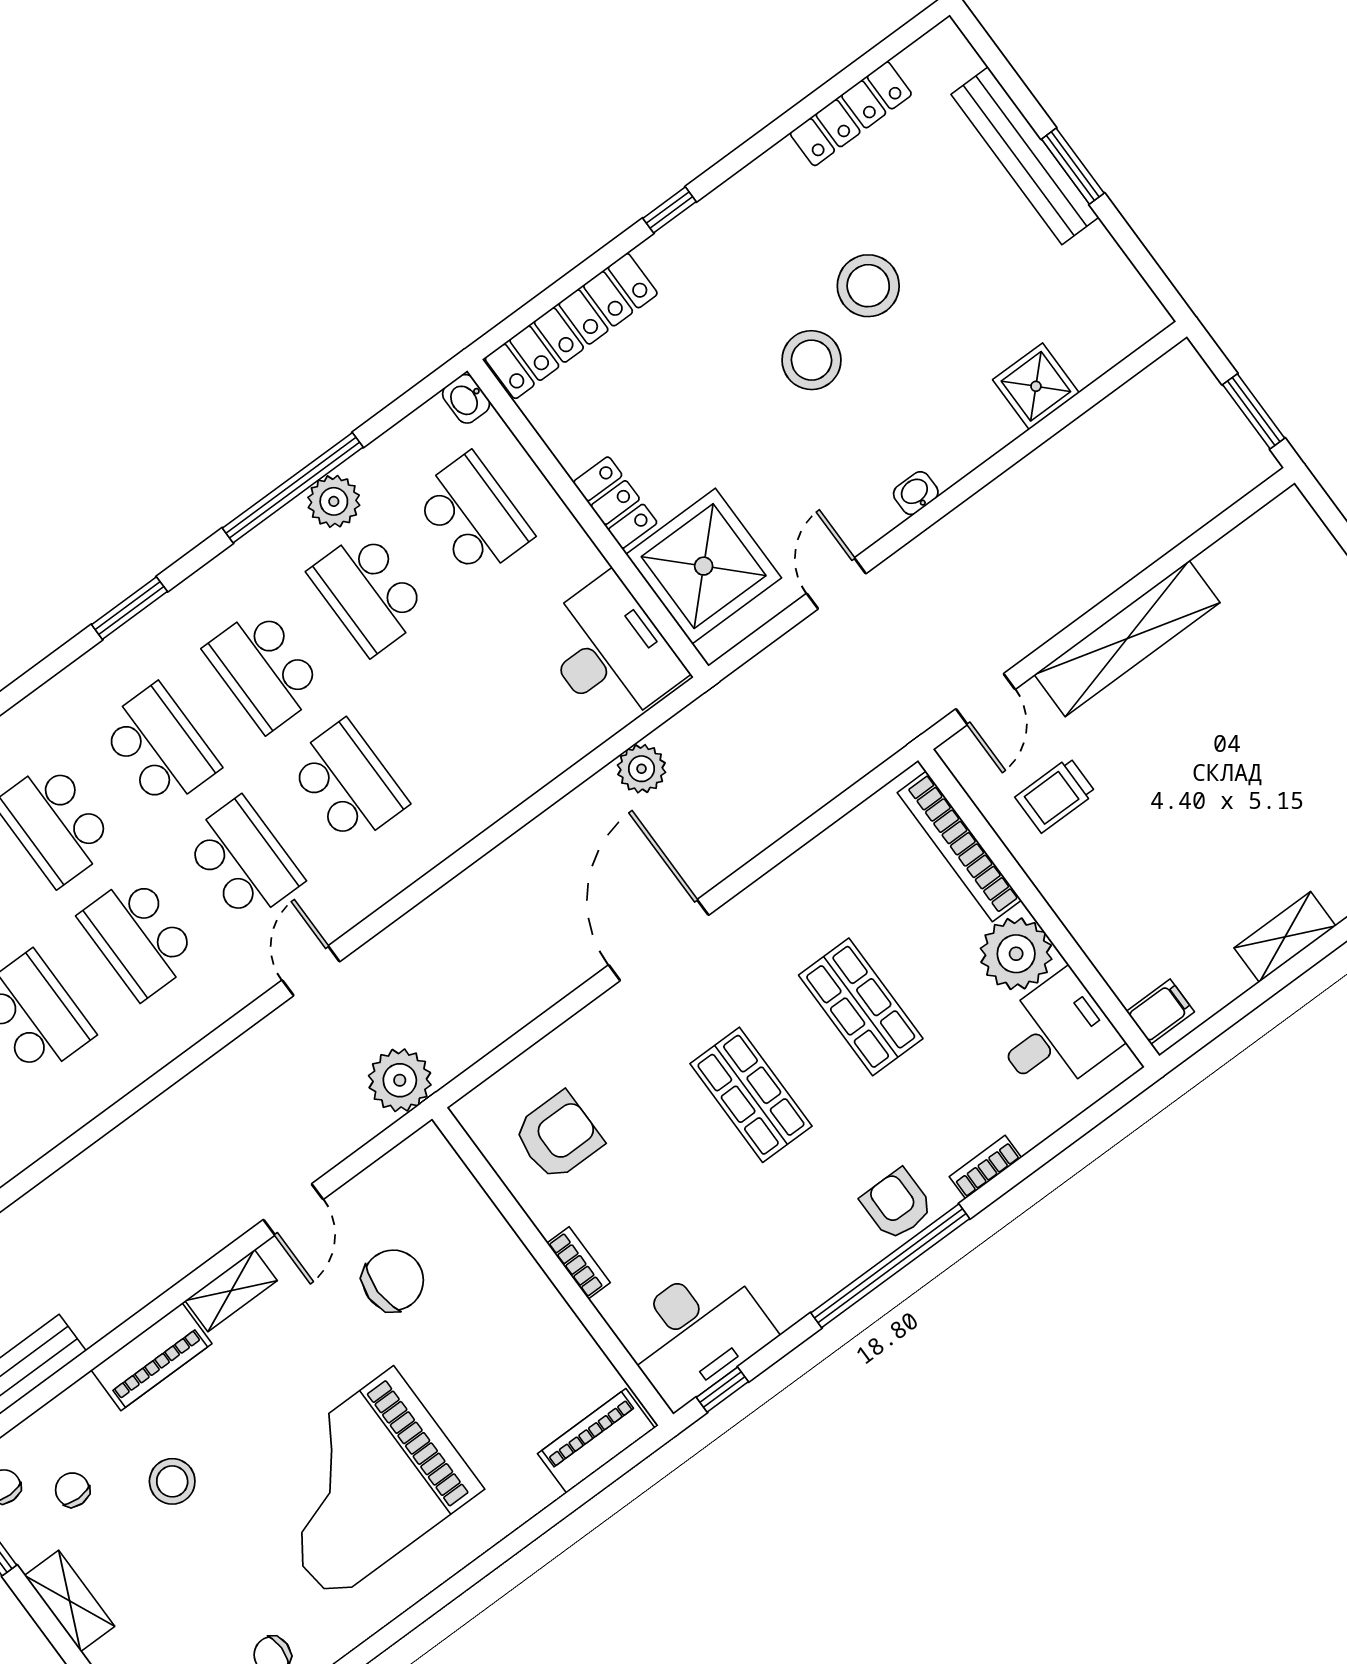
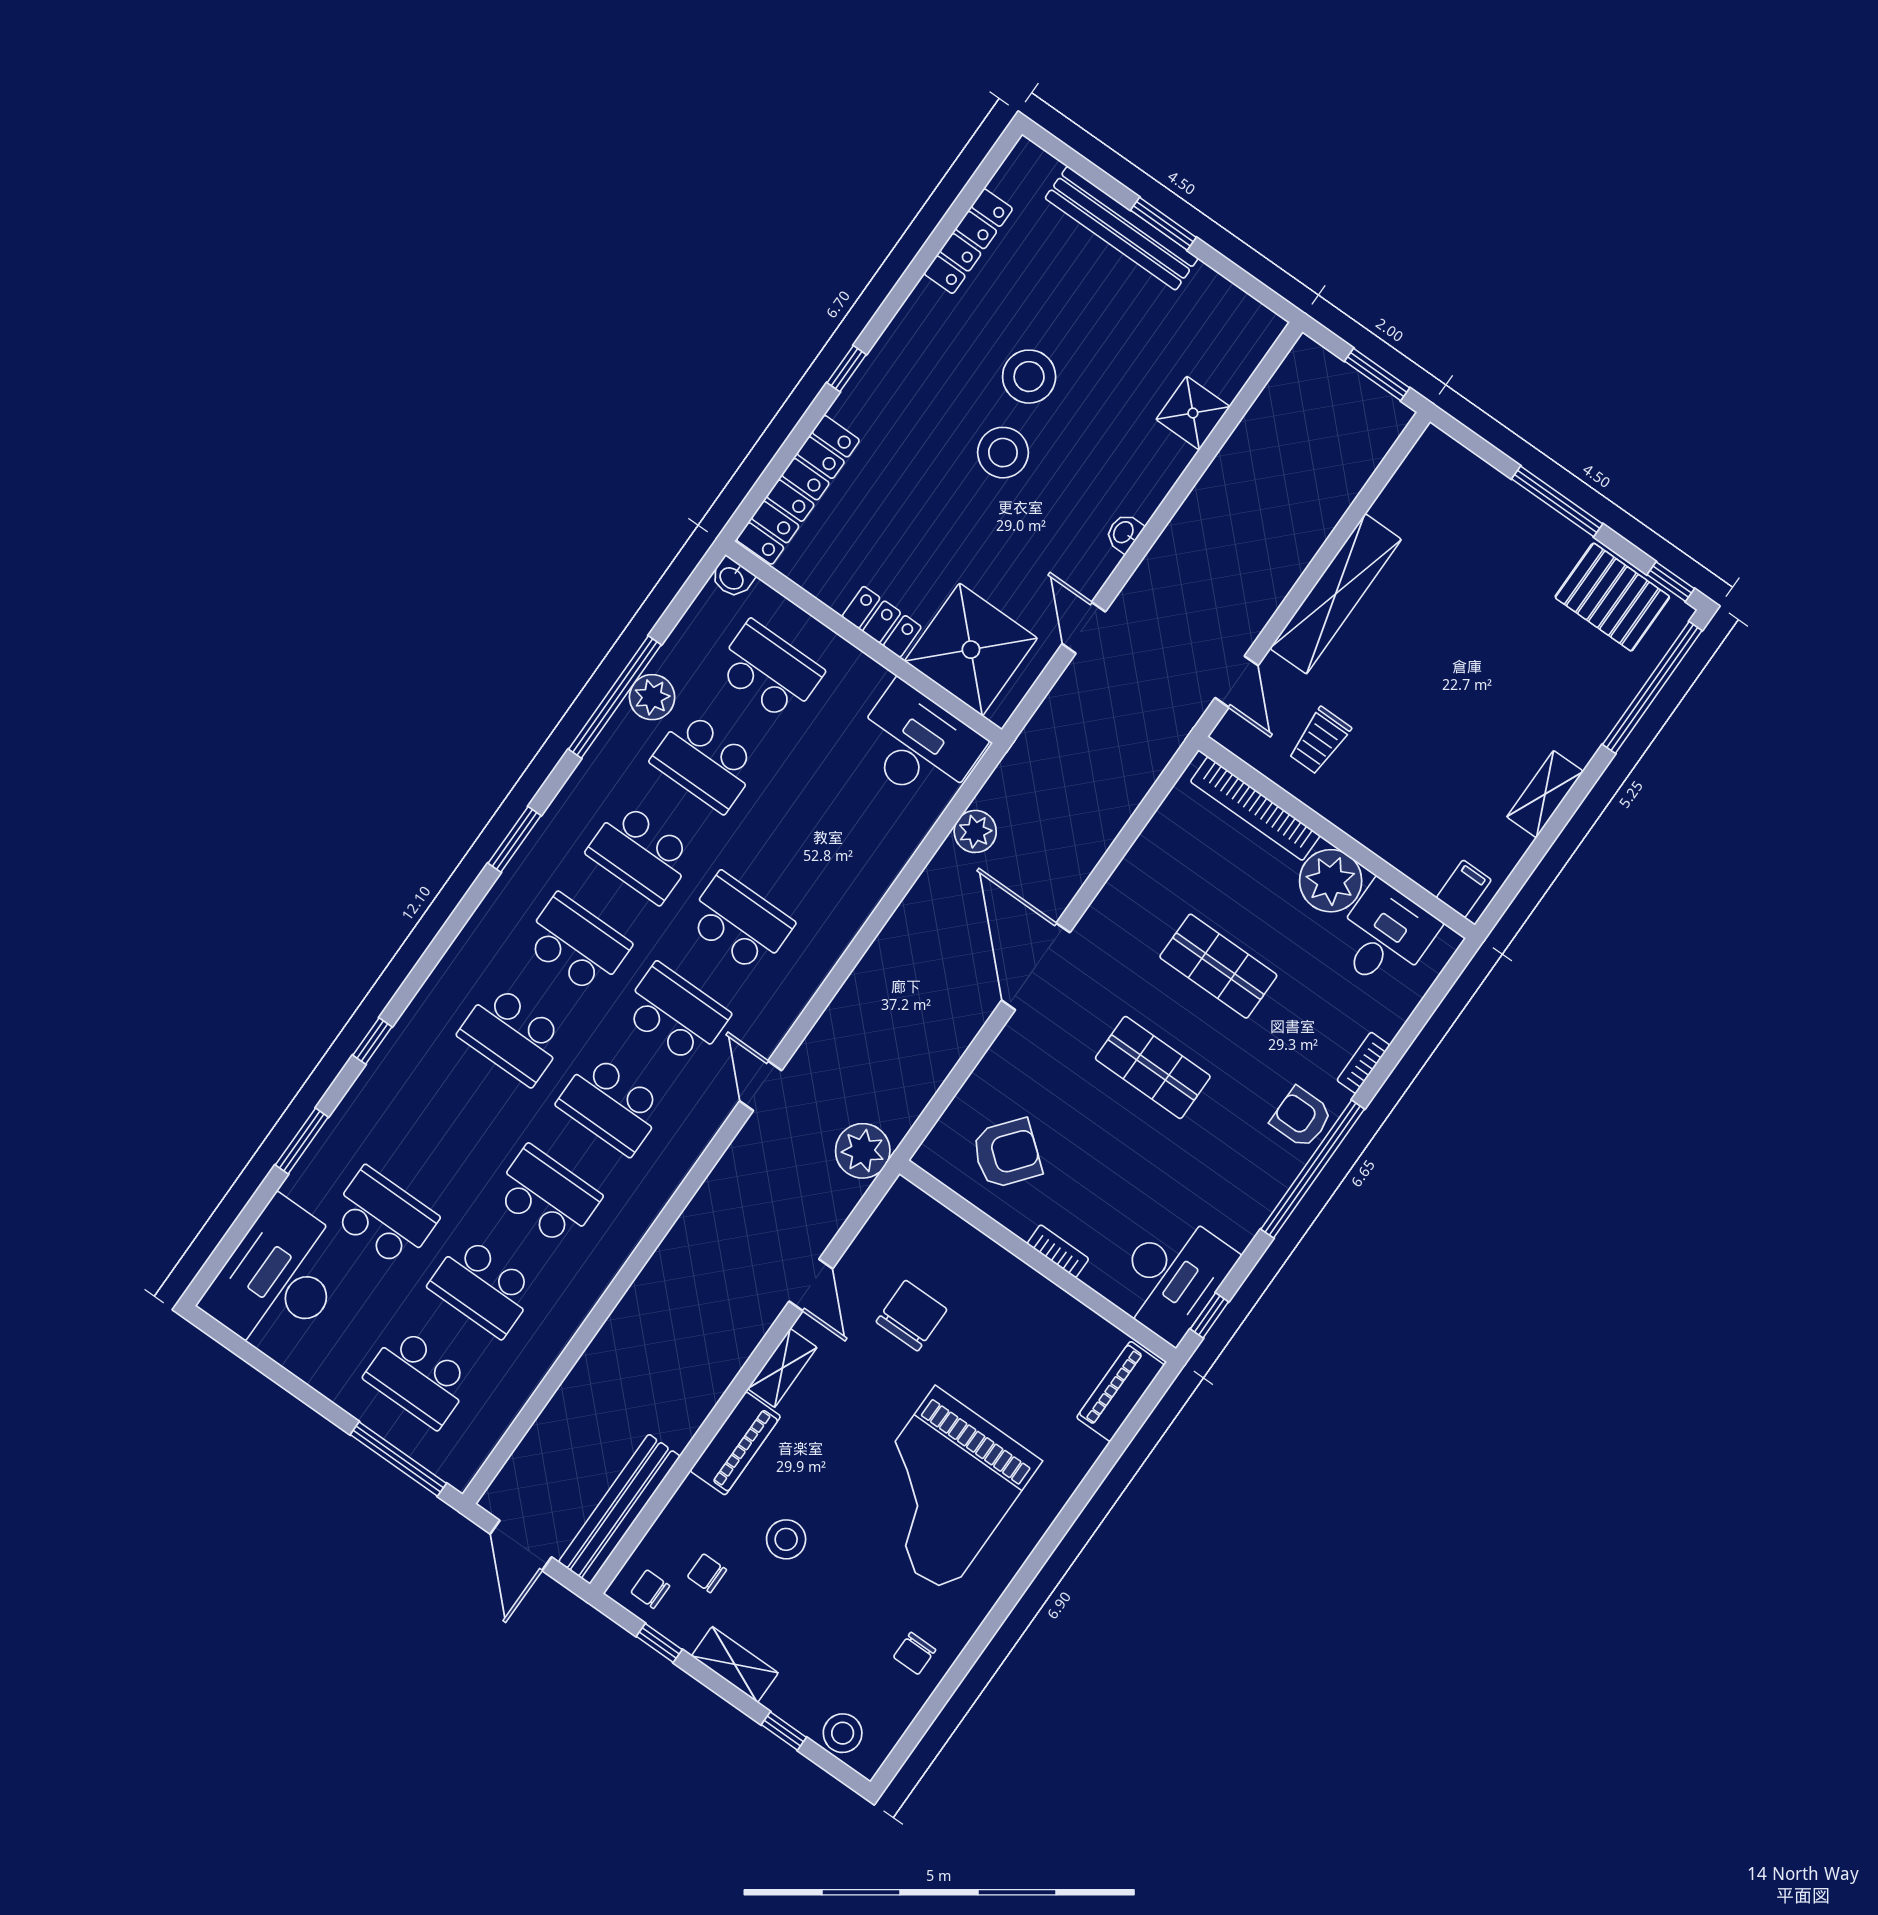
armchair: (558, 1136) -> (1007, 1153), turned 39

